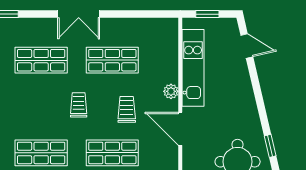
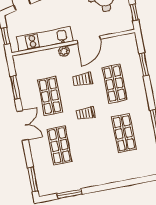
window: (134, 14) -> (15, 87), added

